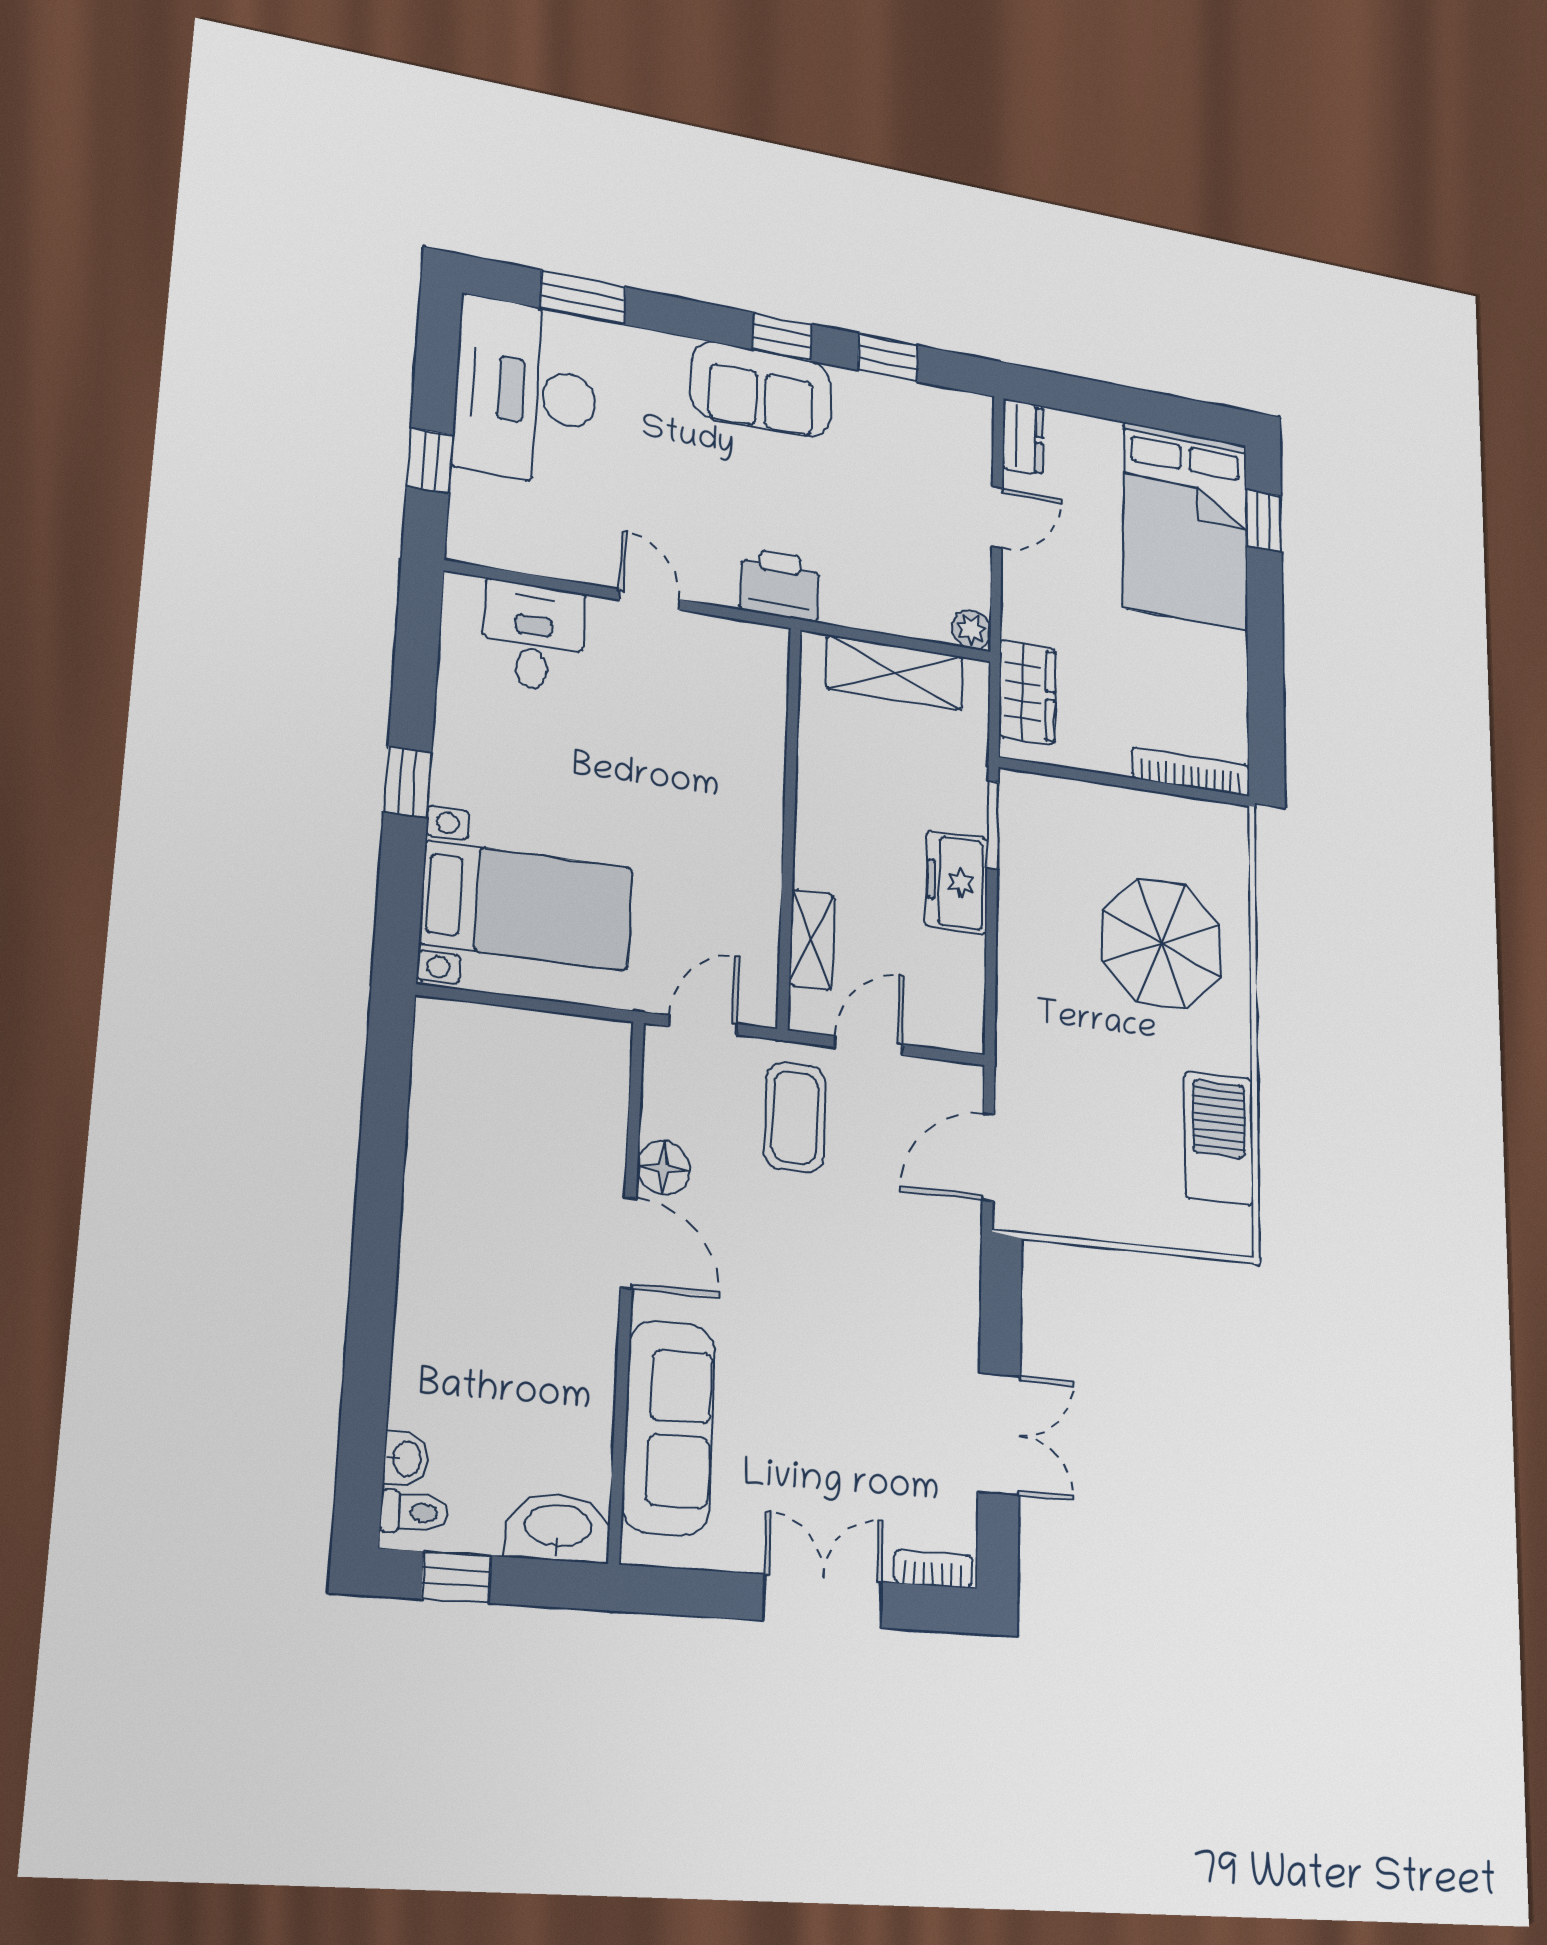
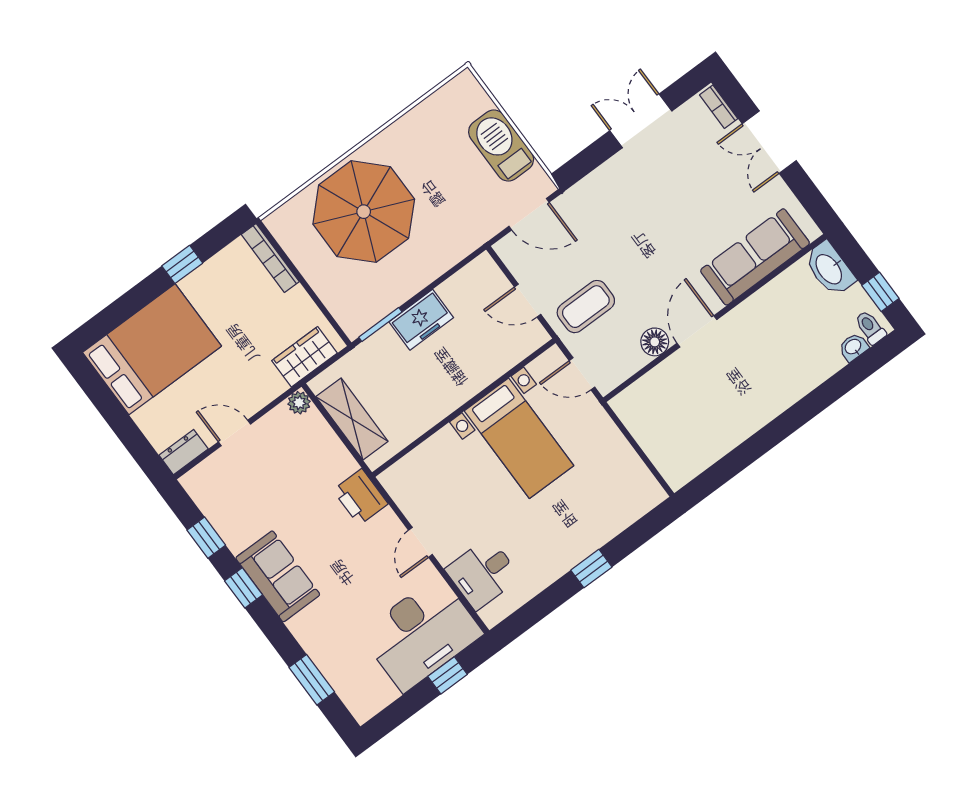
desk: (526, 392) -> (421, 634), moved
window: (1264, 521) -> (182, 264), moved
bed with nightstands: (527, 906) -> (519, 438), moved, turned 180
shelving: (812, 939) -> (504, 359), removed
parasol: (1161, 943) -> (364, 212), width x1.36, depth x1.36
barbecue: (1219, 1138) -> (501, 146), moved, turned 90

